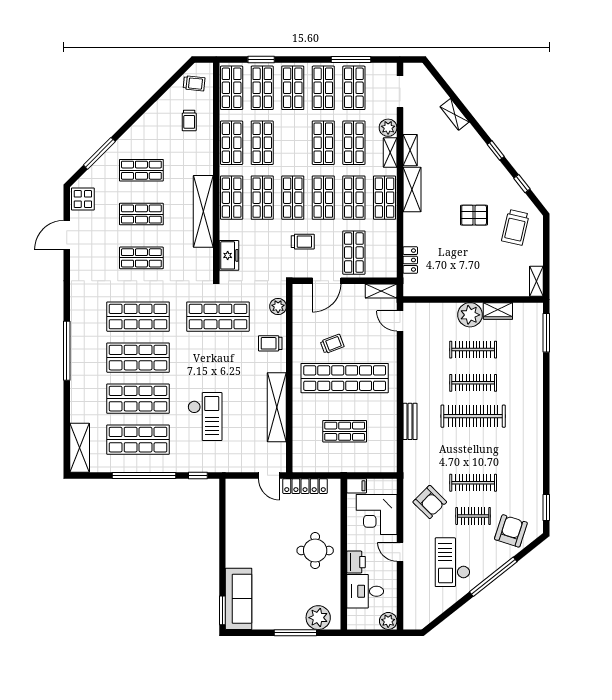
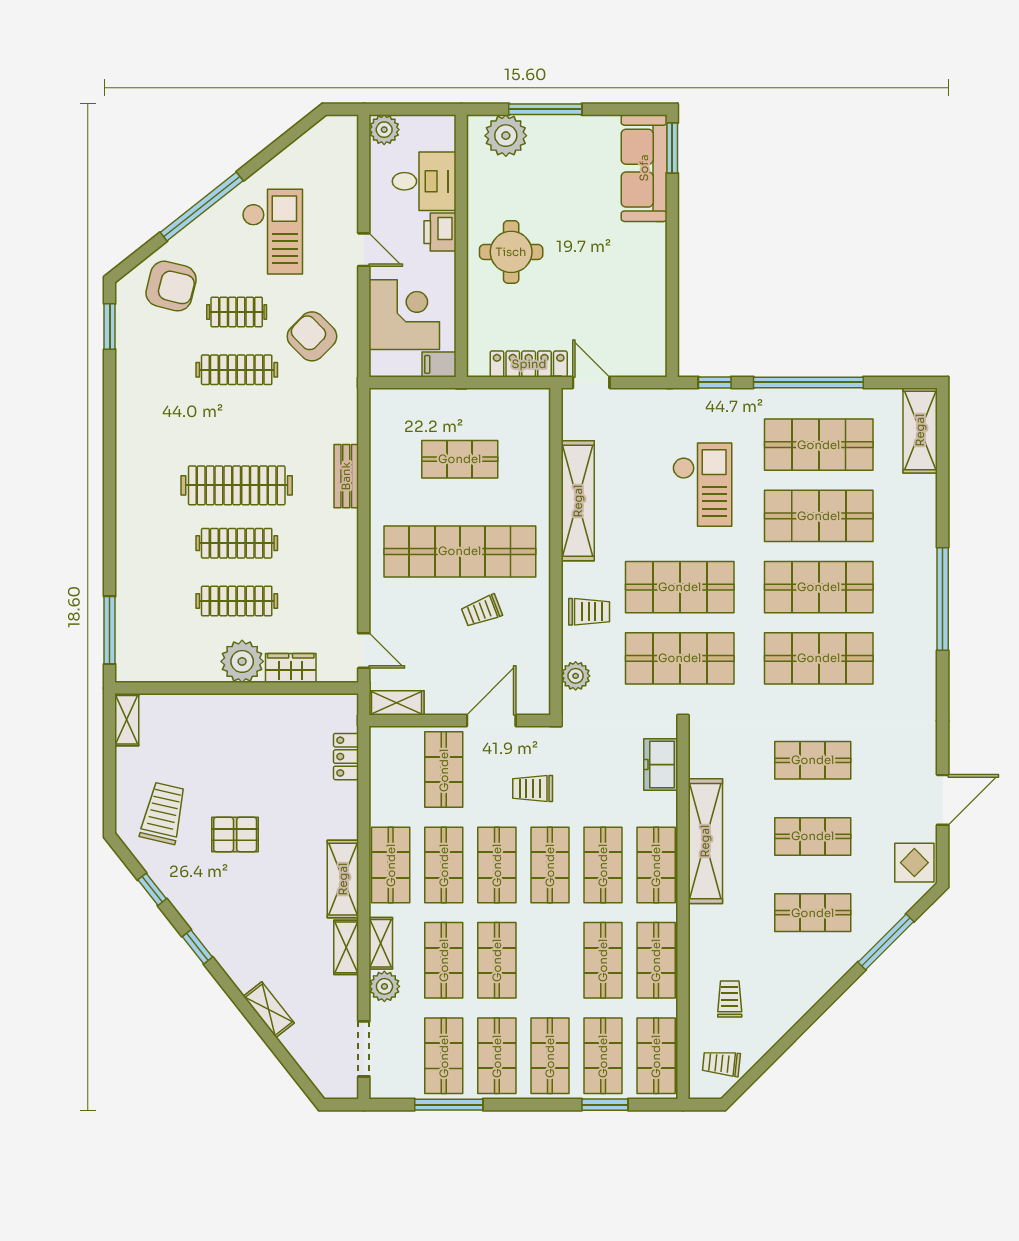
wardrobe: (498, 311) -> (291, 668), moved
shop shelf: (218, 358) -> (680, 587), added
checkout: (205, 417) -> (702, 485), turned 180
armchair: (511, 531) -> (171, 286), turned -94

